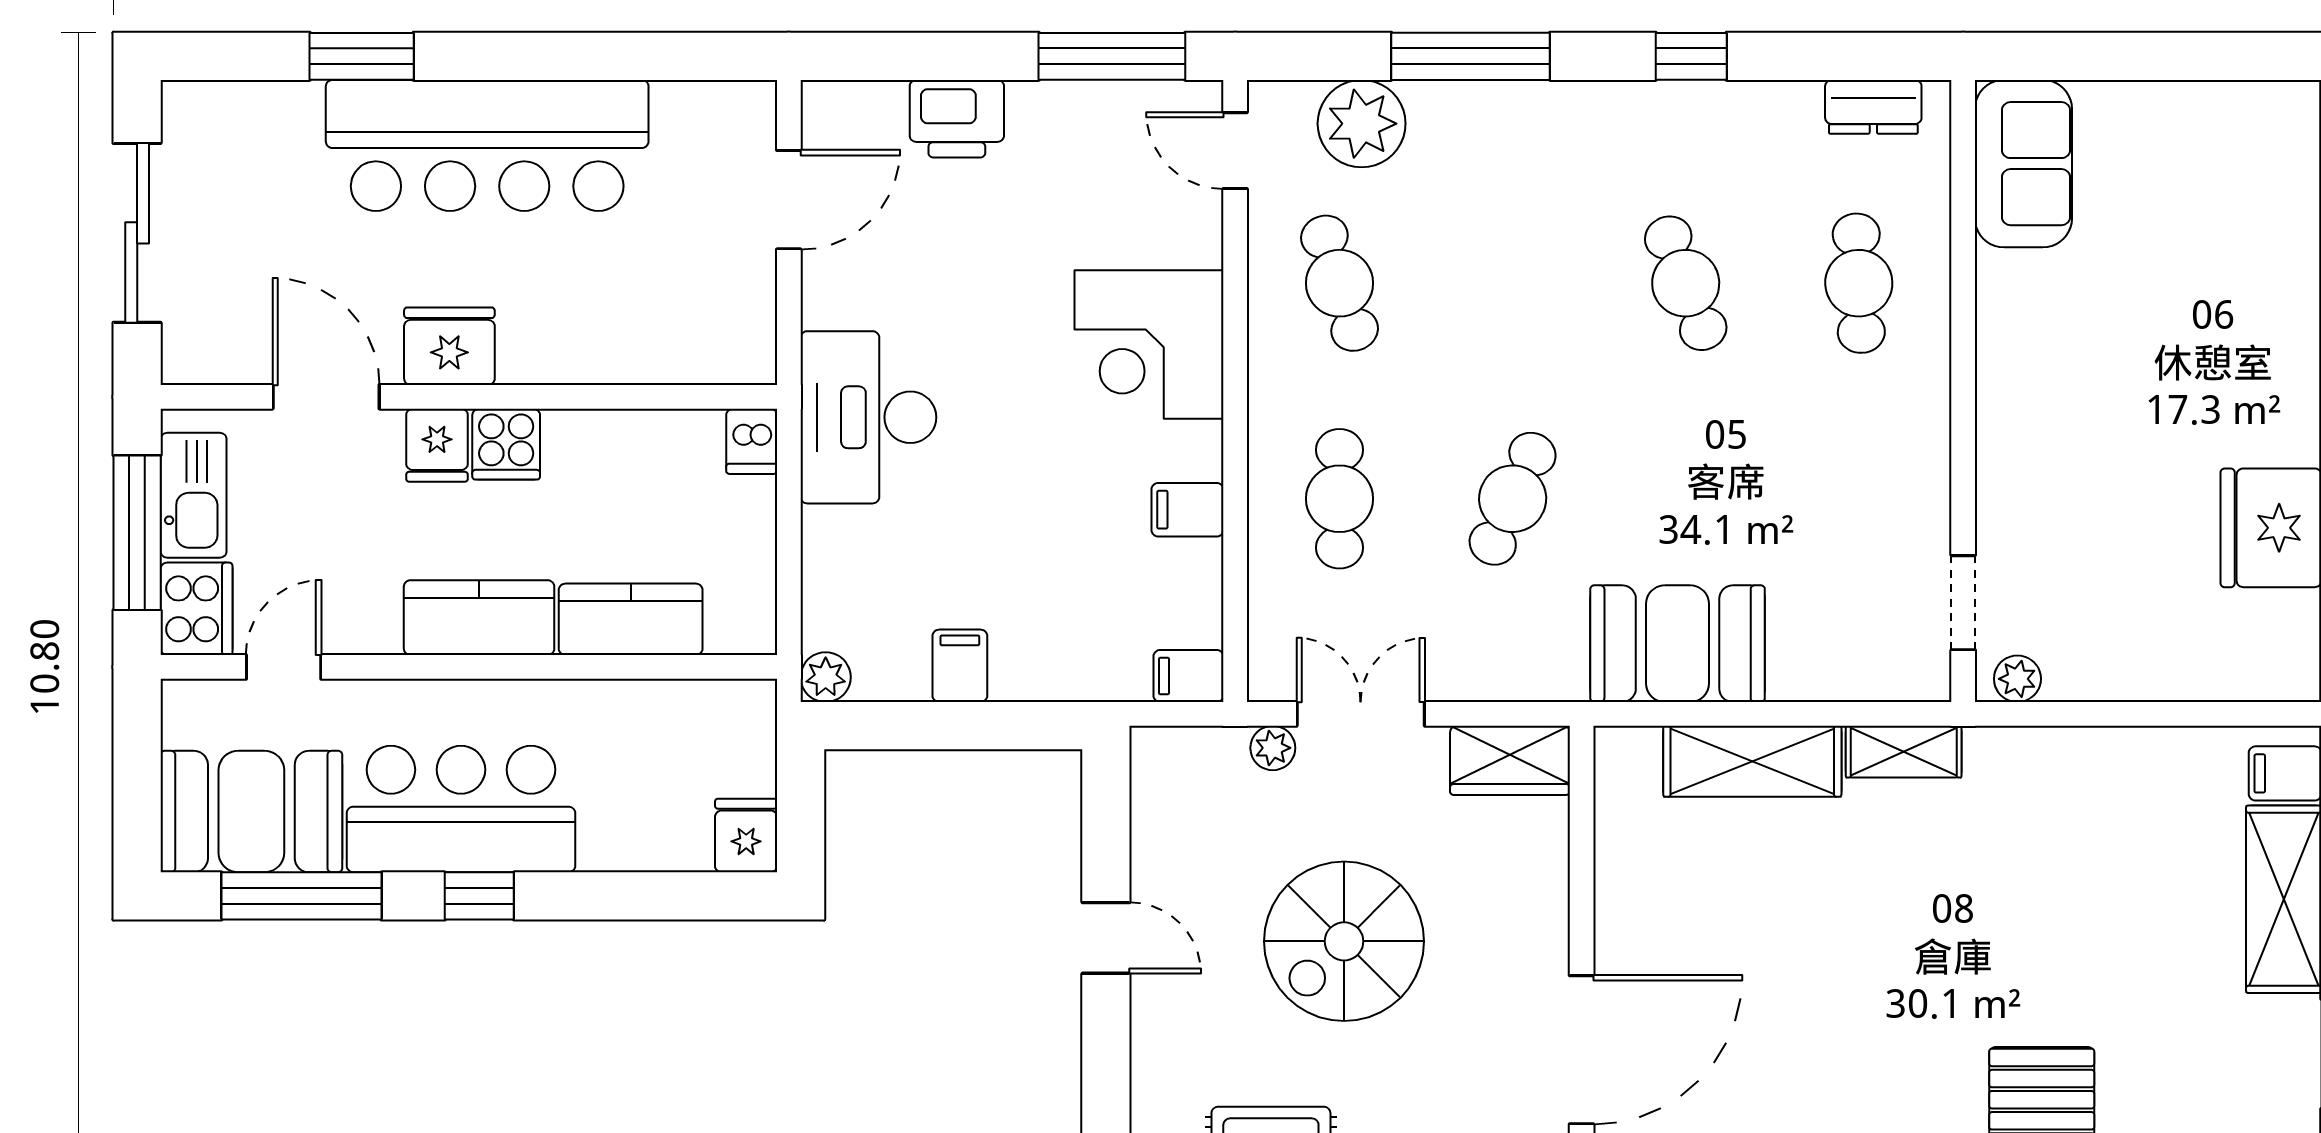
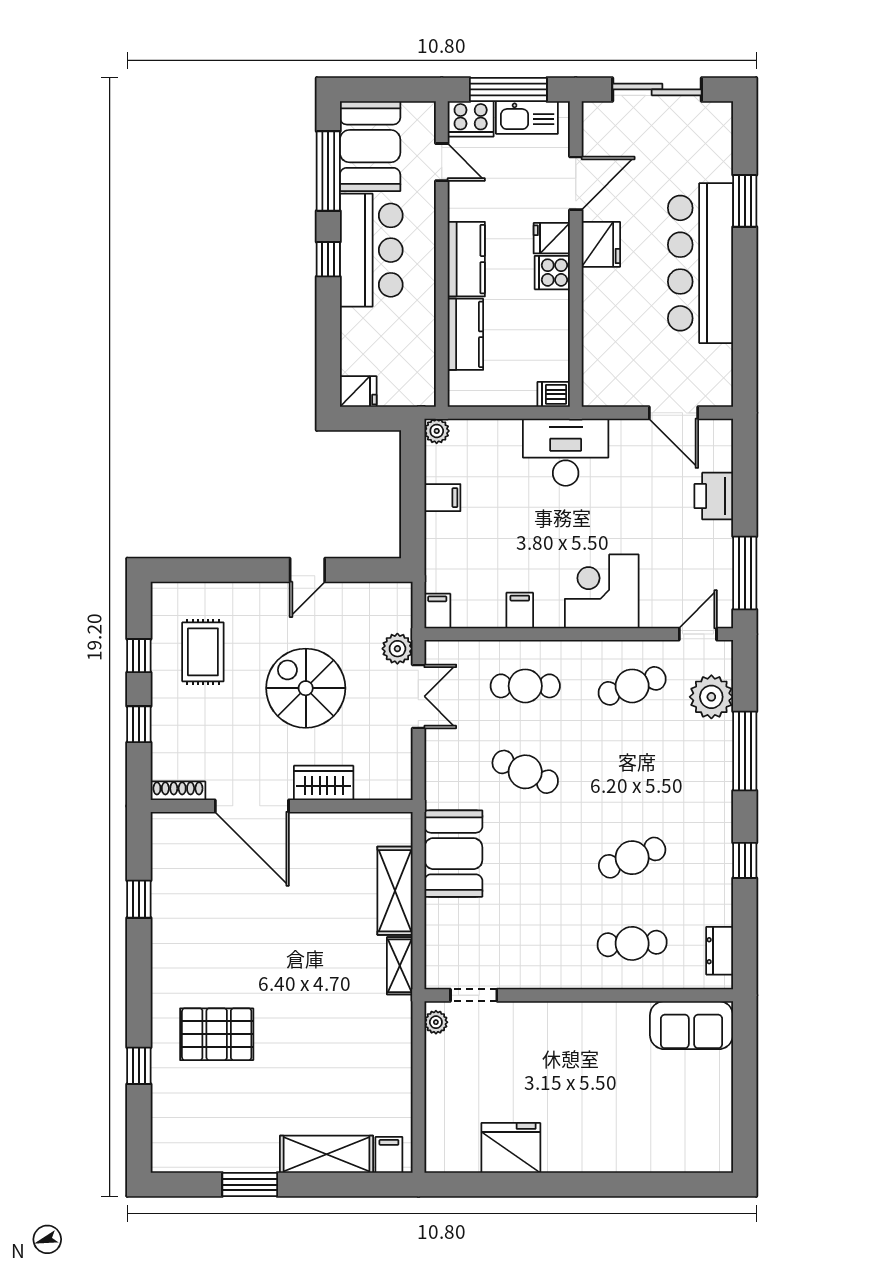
plant: (1273, 748) -> (397, 649), width x1.38, depth x1.38
wardrobe: (1510, 760) -> (324, 783), moved, turned 90

